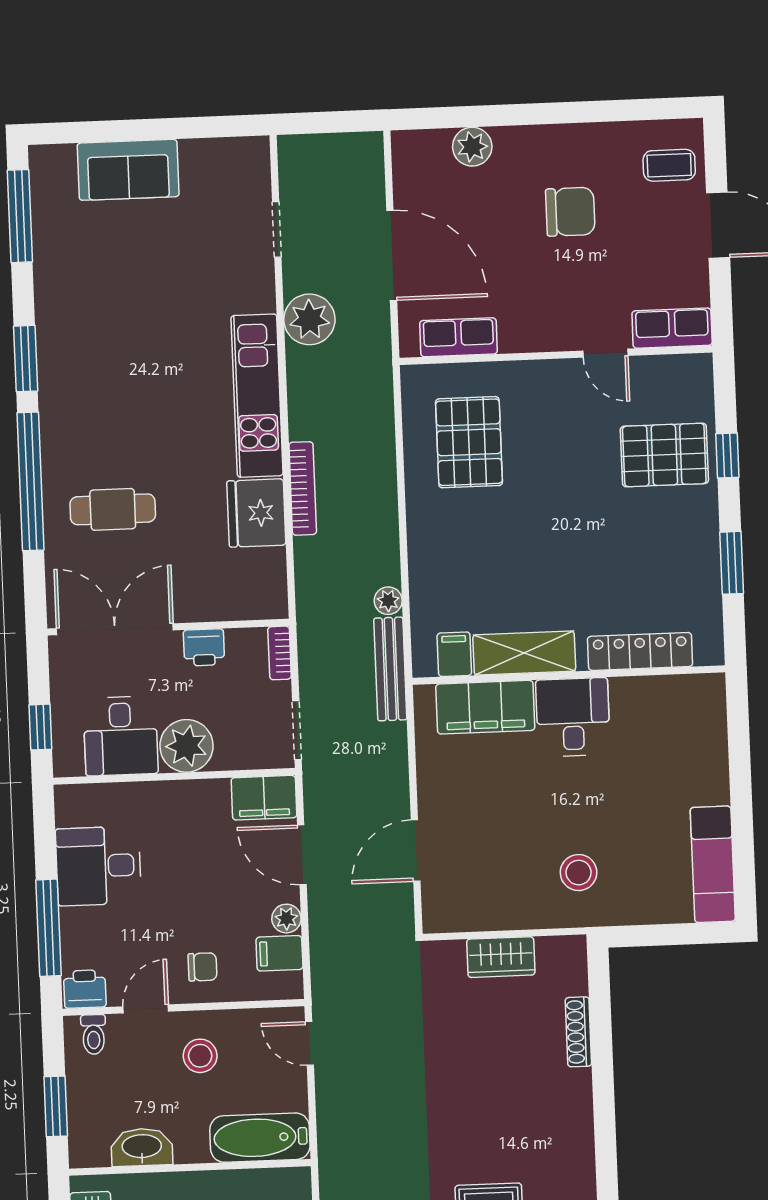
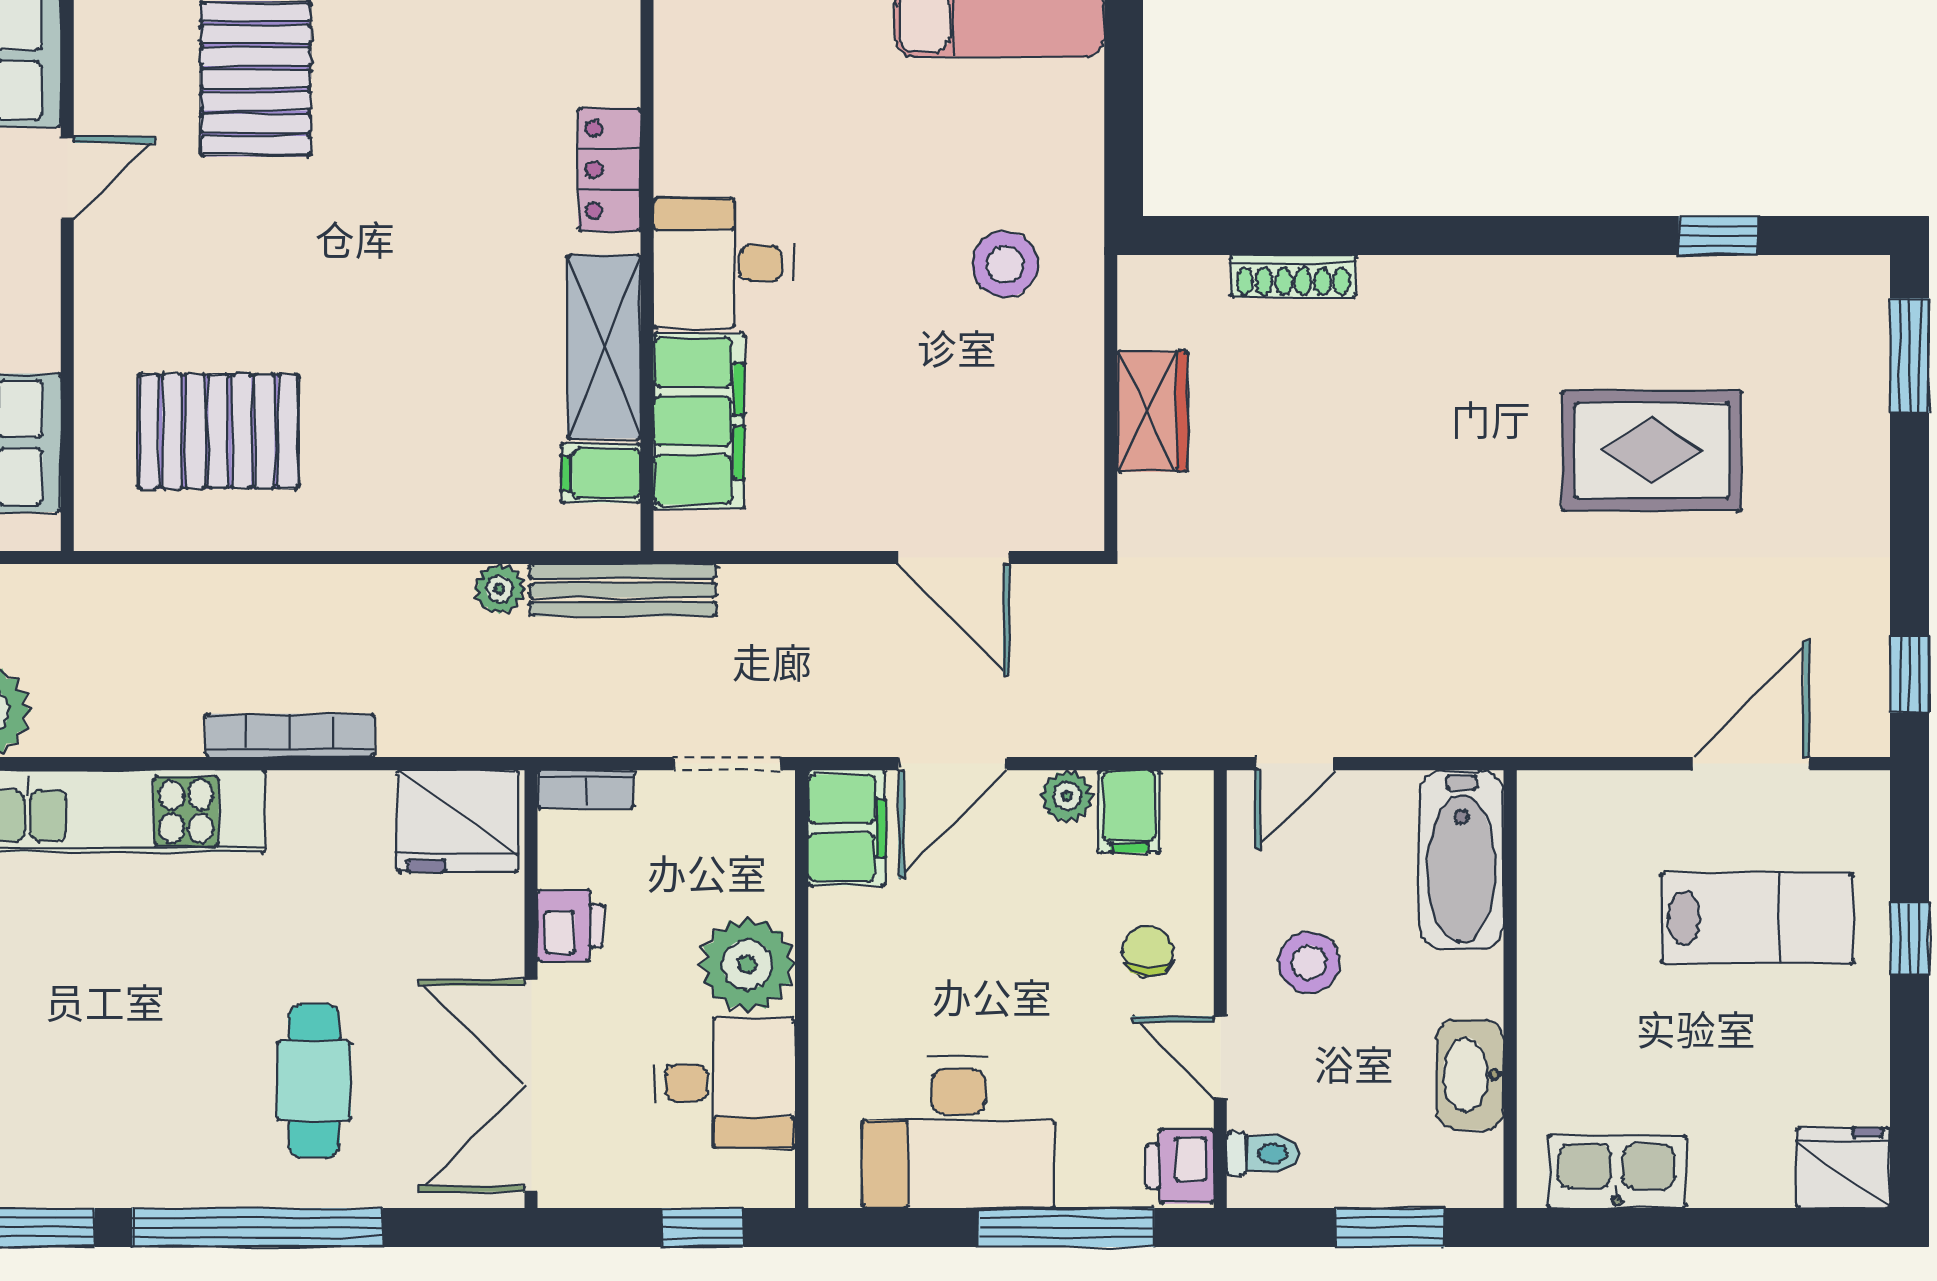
fridge: (256, 513) -> (457, 821), moved
locker: (640, 651) -> (609, 170), width x0.66
desk: (98, 866) -> (958, 1132), width x1.37

